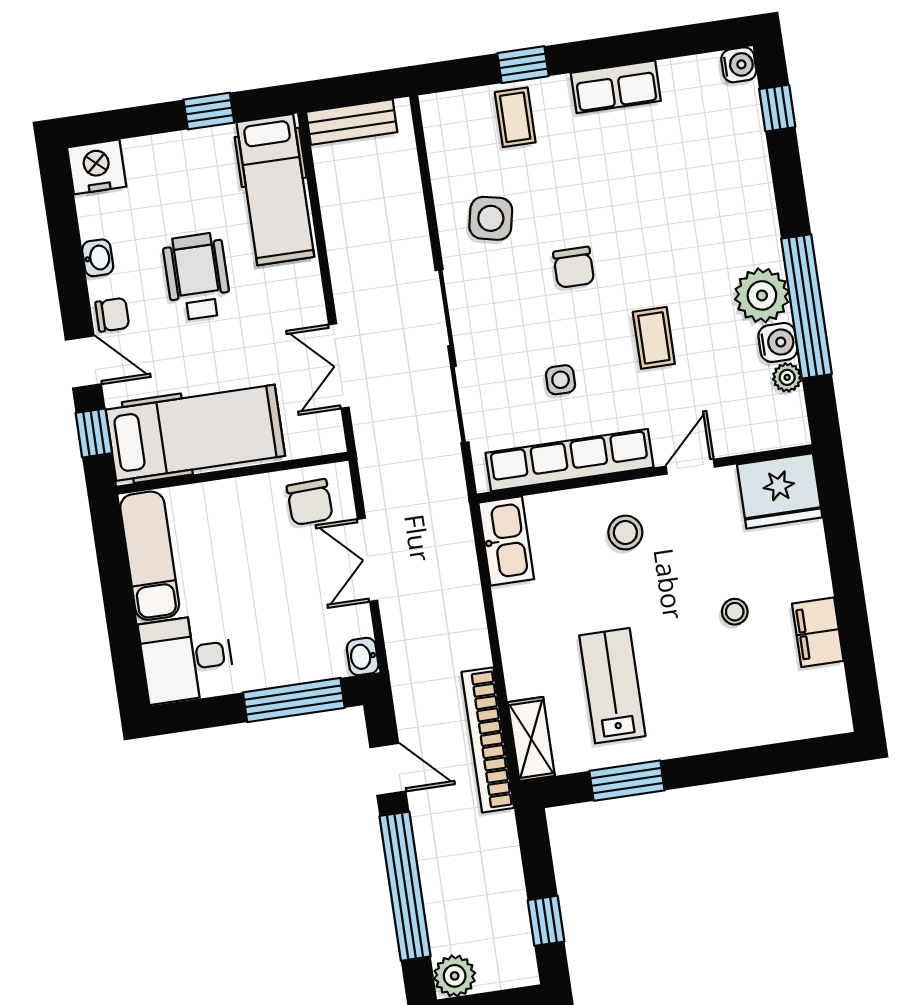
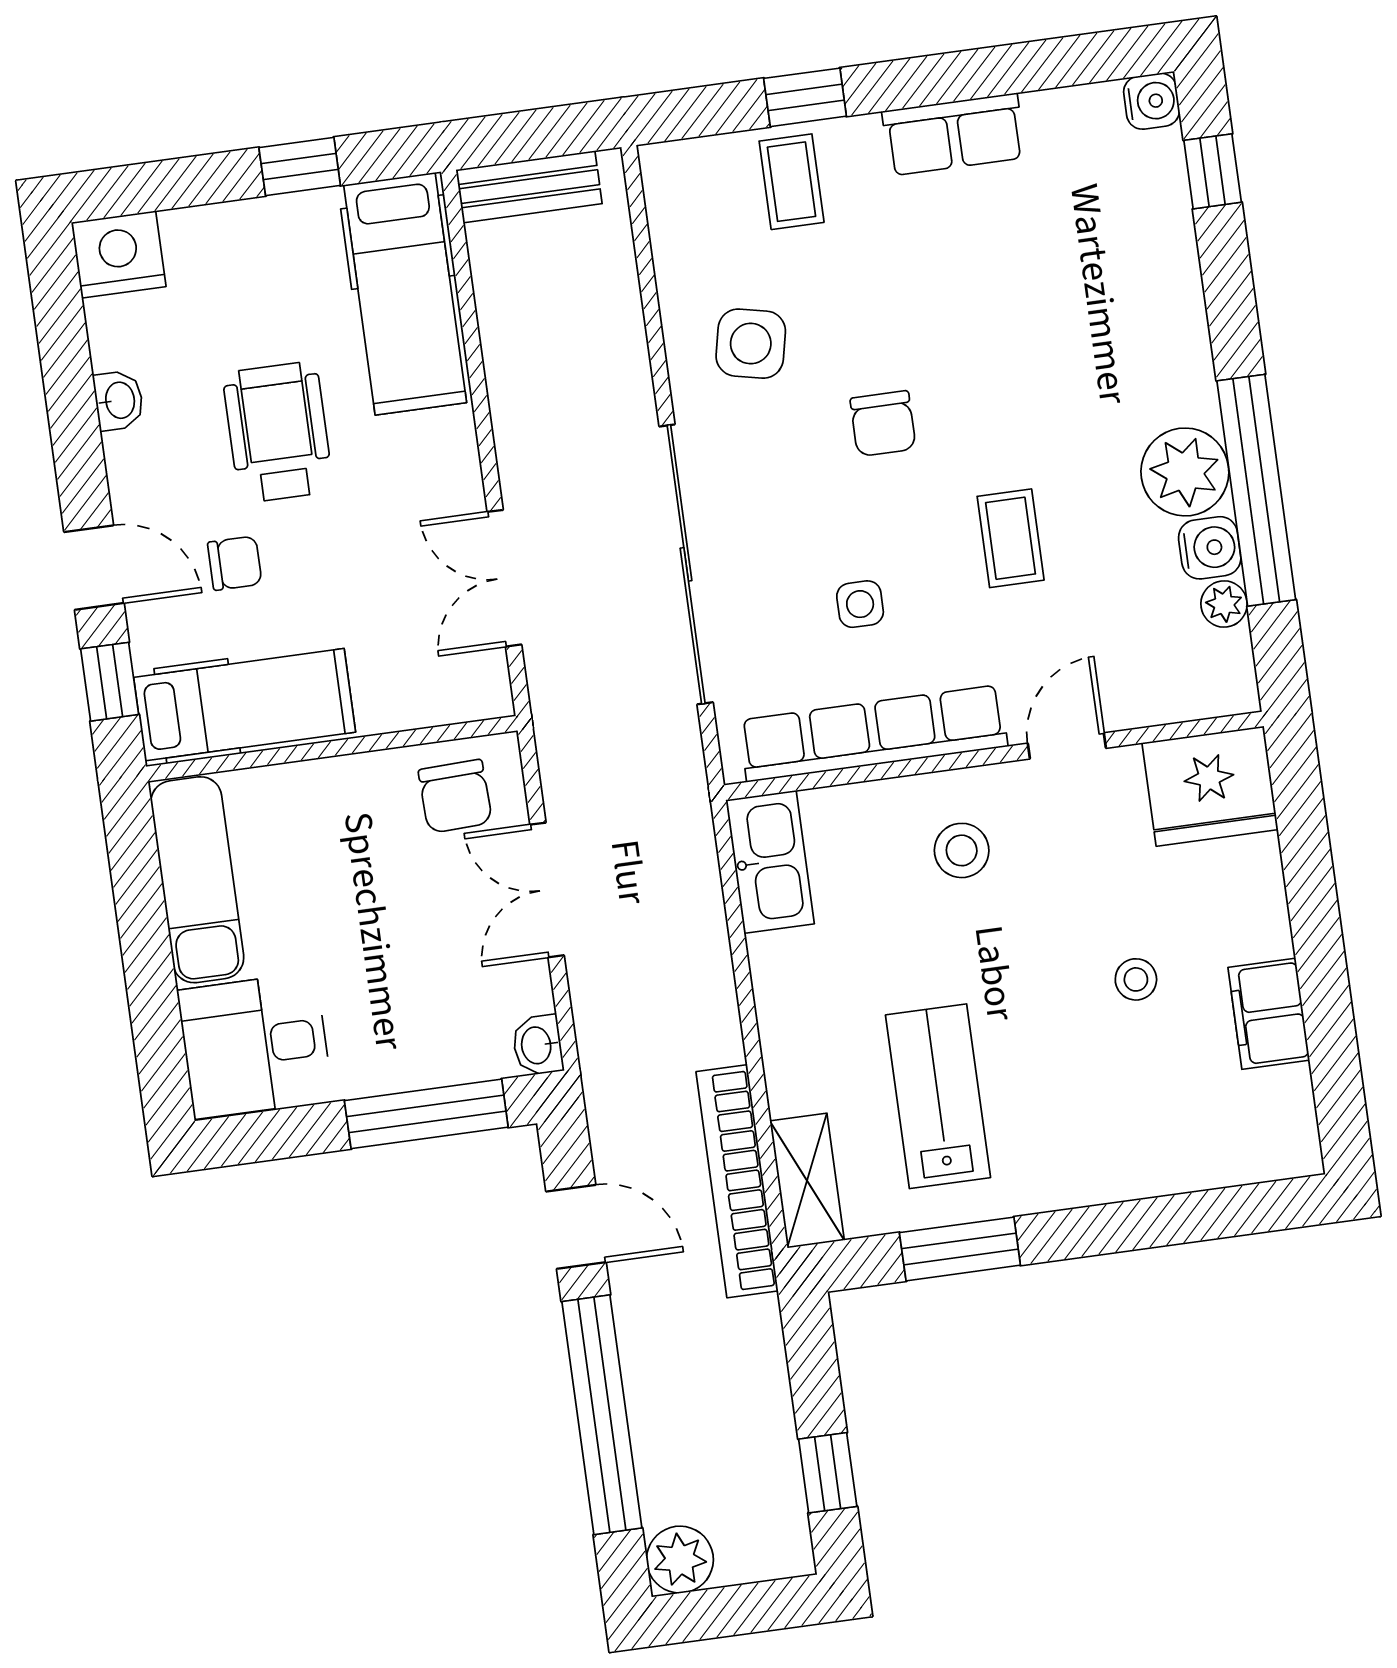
chair: (112, 315) -> (235, 563), moved
hospital bed: (195, 433) -> (245, 705), width x0.73, depth x0.78

